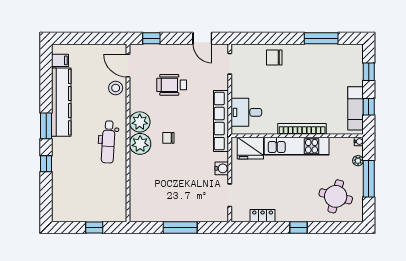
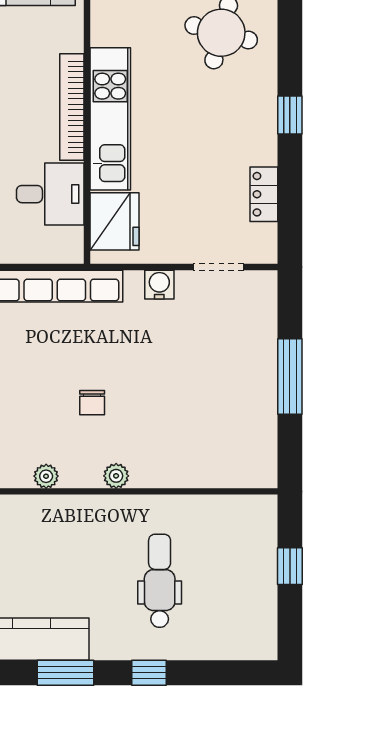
desk: (246, 112) -> (50, 194), moved, turned -90
plant: (140, 122) -> (46, 476), width x0.53, depth x0.53
dental chair: (108, 142) -> (160, 581), moved, turned -93
plant: (140, 144) -> (116, 476), width x0.53, depth x0.53

